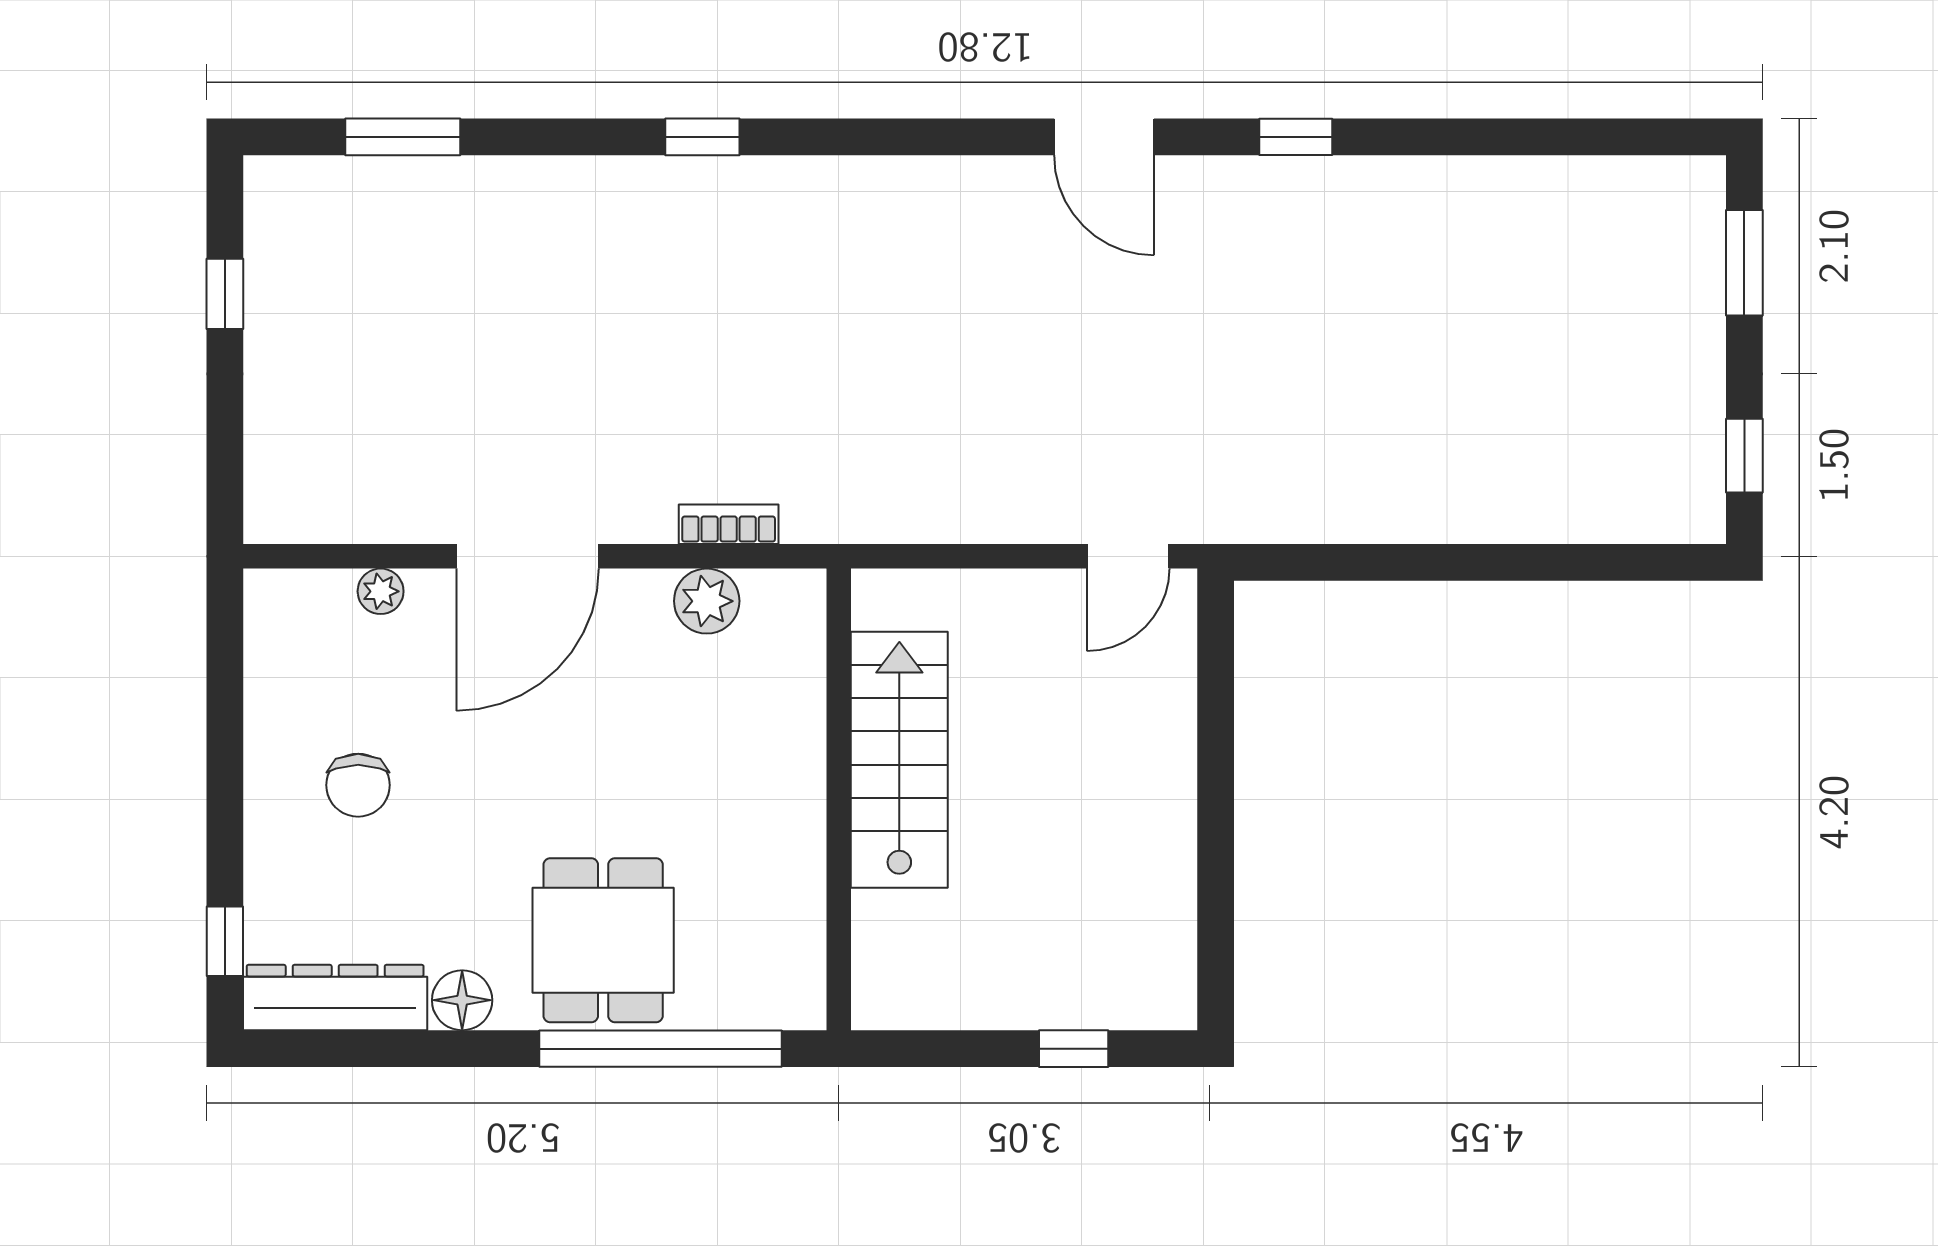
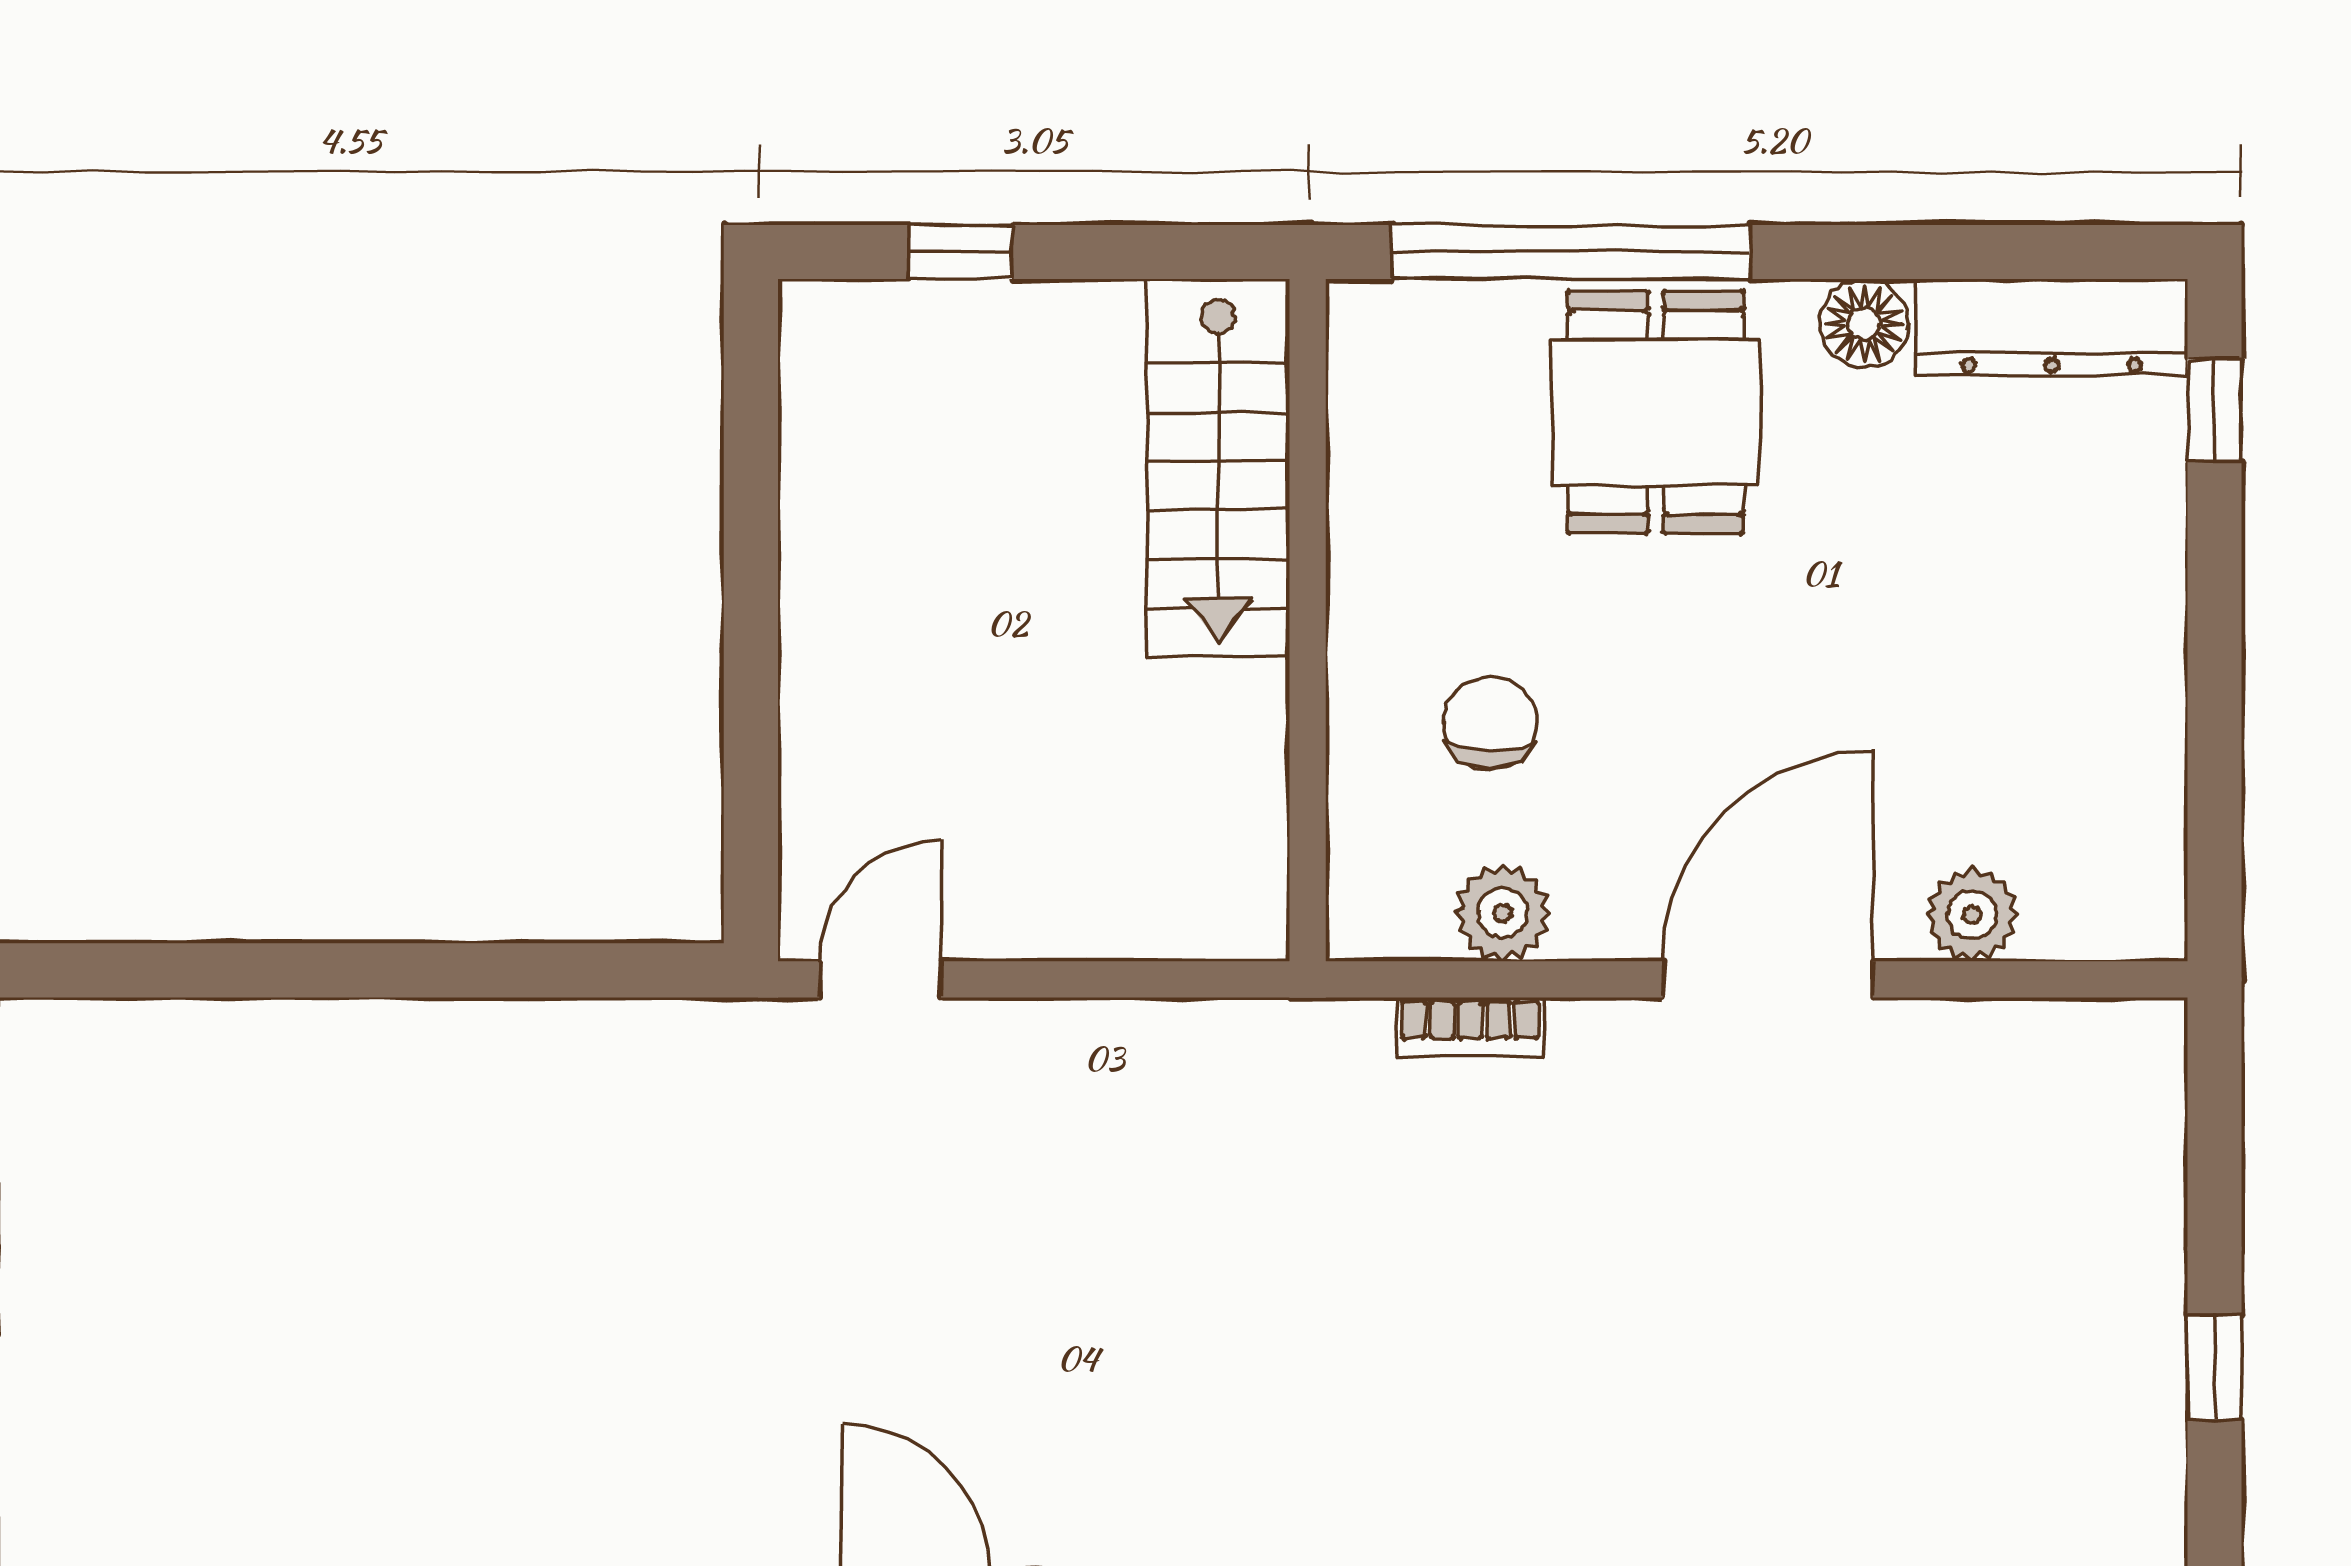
plant: (381, 591) -> (1972, 915), width x1.38, depth x1.38
stairs: (899, 760) -> (1218, 468), moved
chair: (358, 785) -> (1490, 723), moved

